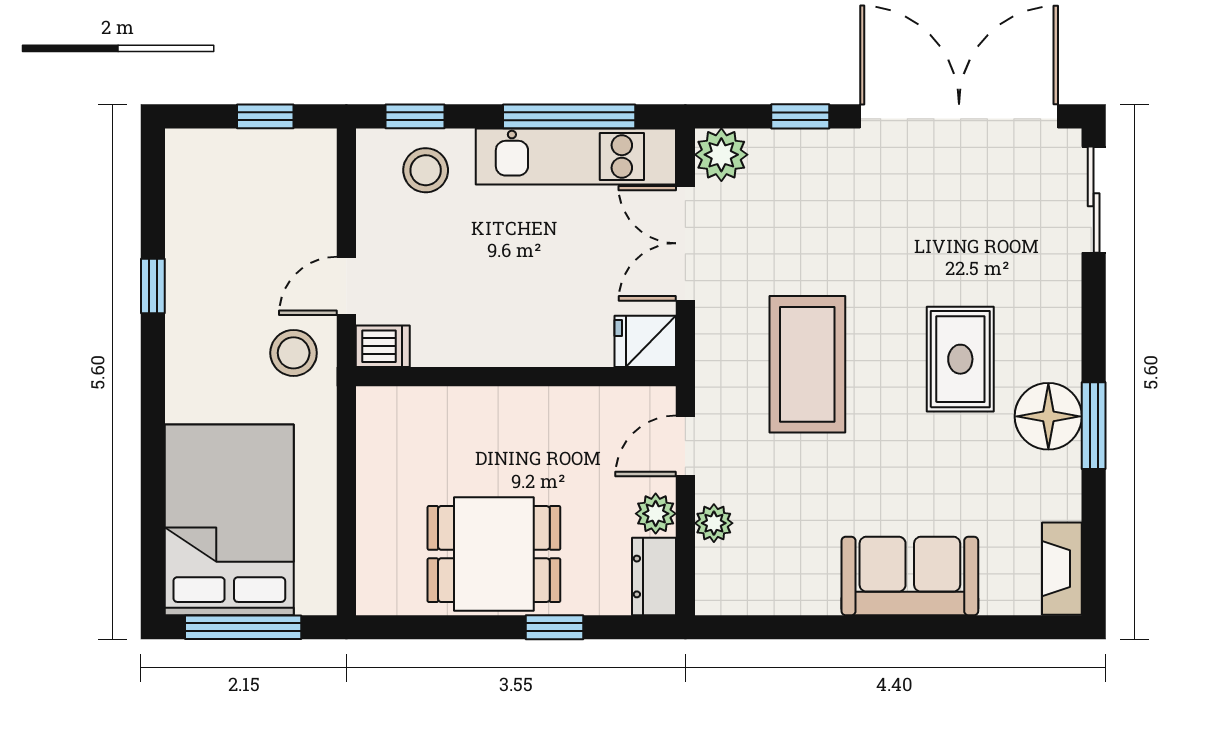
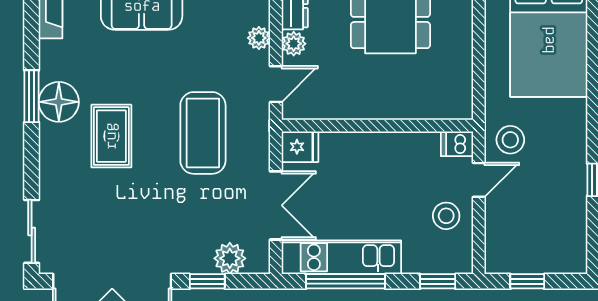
plant: (721, 155) -> (230, 258), moved
stool: (426, 170) -> (446, 216), moved

